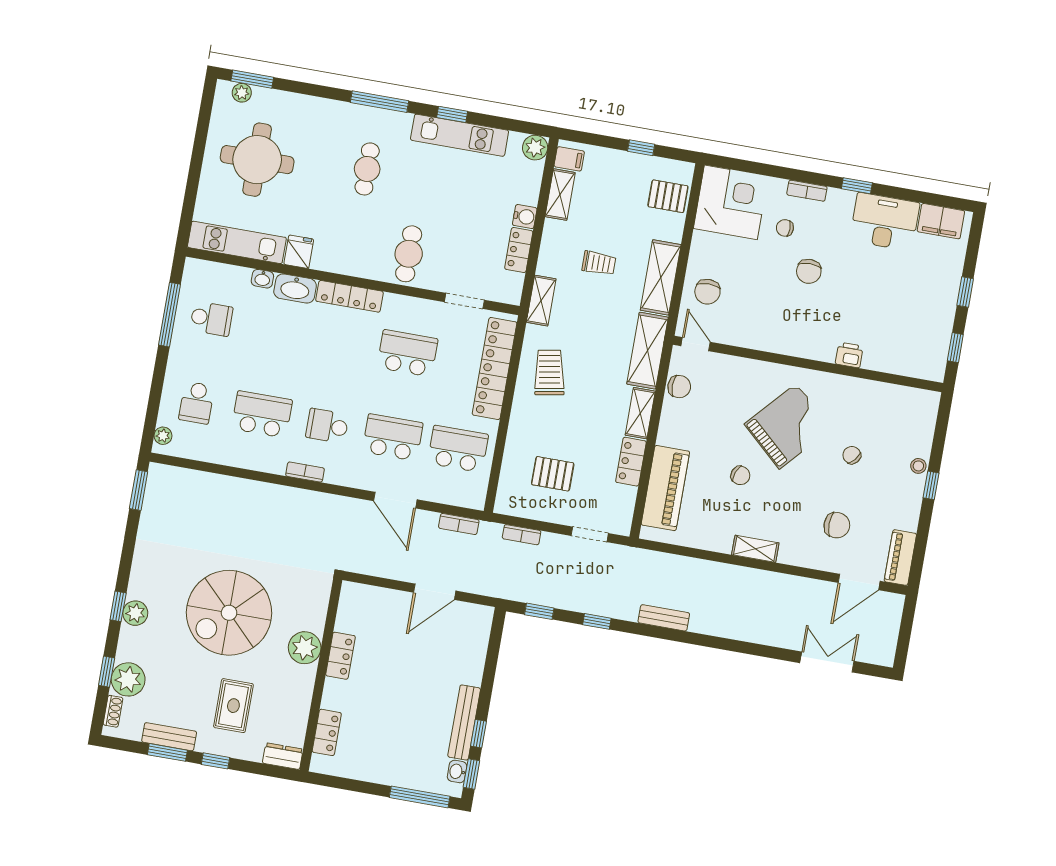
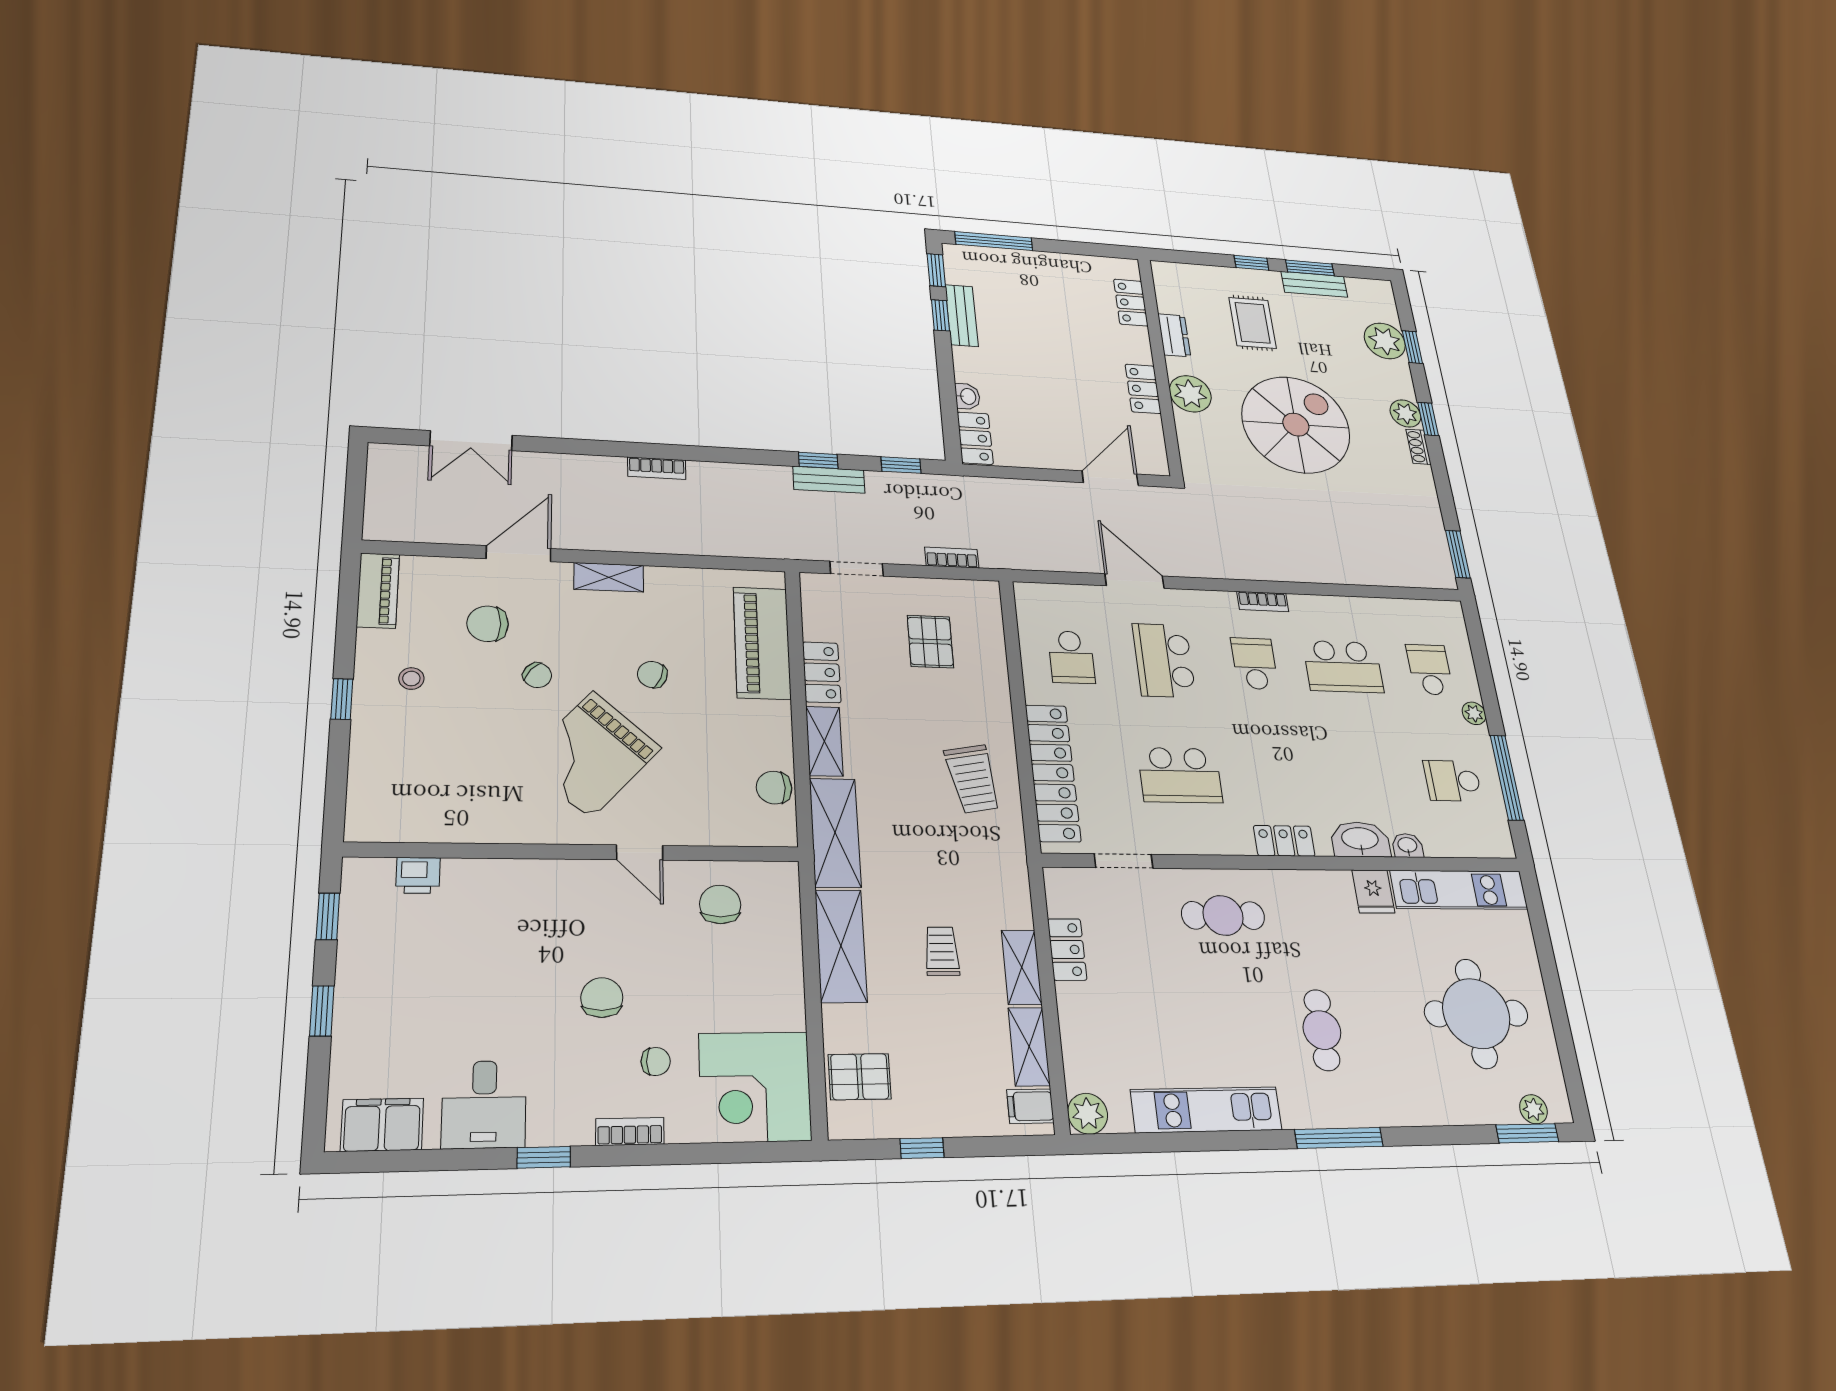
window: (452, 114) -> (1227, 1141), removed
water cooler: (525, 217) -> (1073, 1002), removed
desk: (885, 222) -> (484, 1104), width x0.73
cafe table: (409, 254) -> (1223, 915), turned 90
trolley: (599, 263) -> (942, 951), turned 90
chair: (707, 292) -> (720, 904), moved
locker: (349, 296) -> (1284, 841), width x0.66
shelving: (541, 301) -> (1022, 967), moved
door: (696, 344) -> (640, 853), moved
printer: (849, 355) -> (418, 875), moved
school desk: (327, 426) -> (1255, 663), turned -90
plant: (163, 436) -> (1474, 713), moved
school desk: (393, 437) -> (1164, 660), turned 90
school desk: (458, 449) -> (1071, 657), width x0.54
chair: (852, 455) -> (537, 675), moved
stool: (918, 466) -> (411, 679), moved
pallet: (553, 474) -> (930, 642), turned 90
bookcase: (459, 524) -> (657, 468), moved, turned 180
door: (859, 582) -> (519, 554), moved
door: (435, 592) -> (1110, 478), moved
bench: (664, 618) -> (829, 480), moved
locker: (480, 627) -> (975, 438), added
shoe rack: (113, 711) -> (1418, 447), moved
bench: (464, 723) -> (962, 315), width x0.73
dresser: (283, 756) -> (1174, 335), moved, turned -90
washbasin: (457, 771) -> (967, 396), moved

